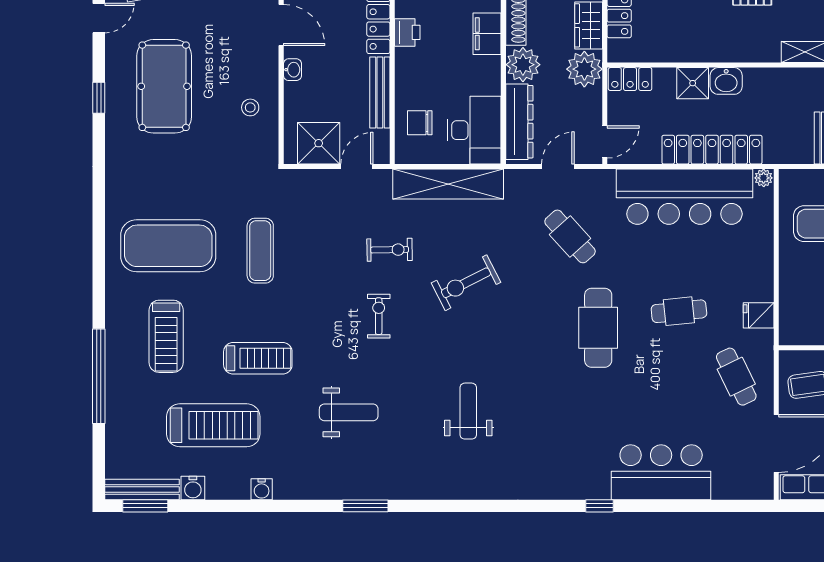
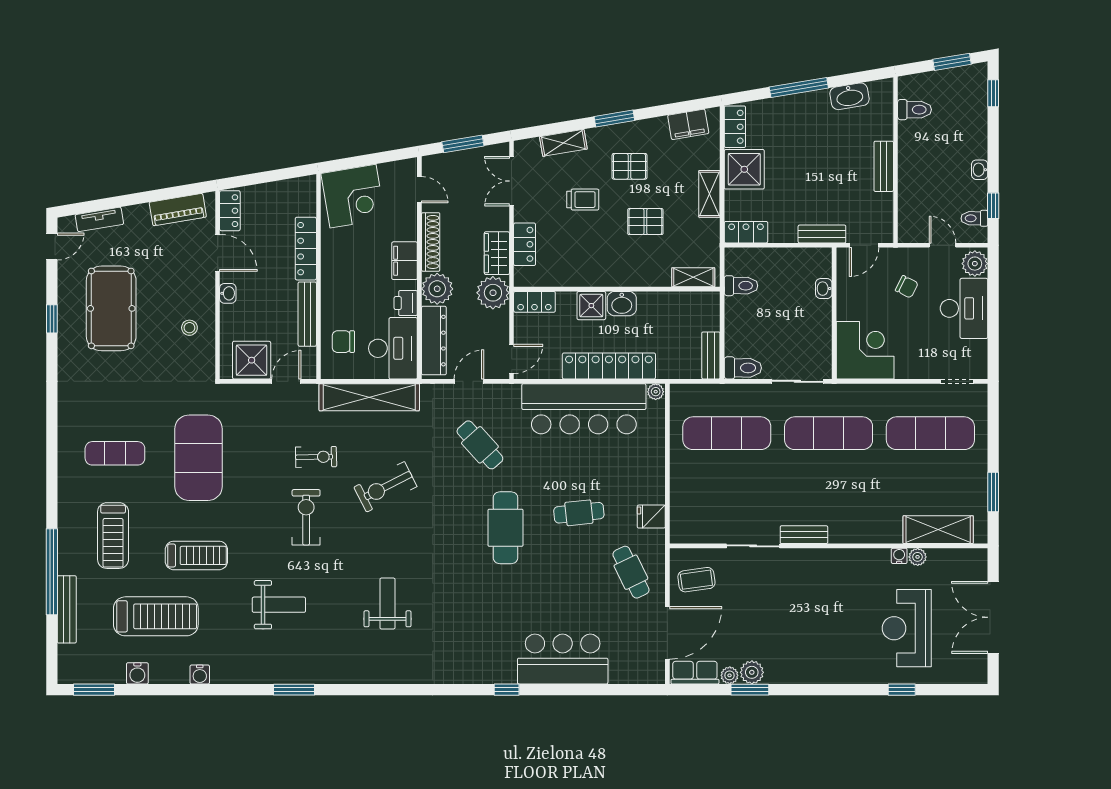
printer: (407, 32) -> (406, 303), moved, turned 180
exercise mat: (168, 246) -> (115, 453), width x0.50, depth x0.69
exercise mat: (260, 251) -> (198, 458), width x2.00, depth x1.45
exercise bike: (379, 316) -> (306, 517), width x1.38, depth x1.39
bench: (142, 489) -> (67, 609), moved, turned 90

